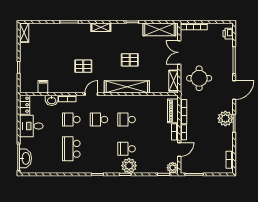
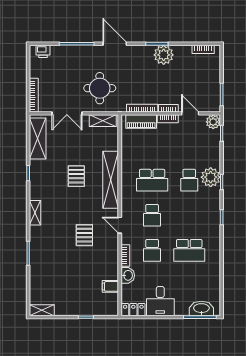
plant: (225, 118) -> (164, 55), moved
school desk: (127, 120) -> (152, 180), width x1.85

